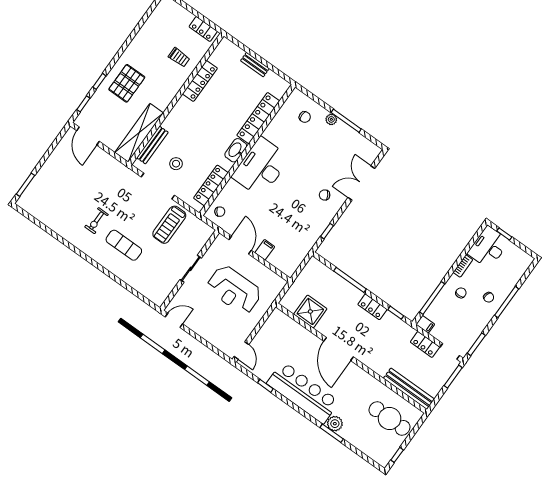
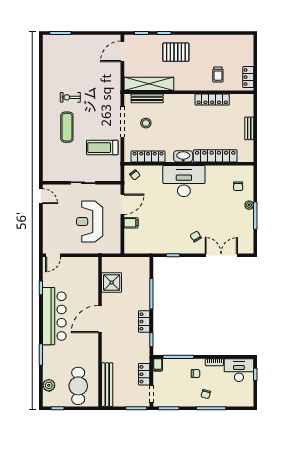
plant: (335, 424) -> (49, 385), moved

